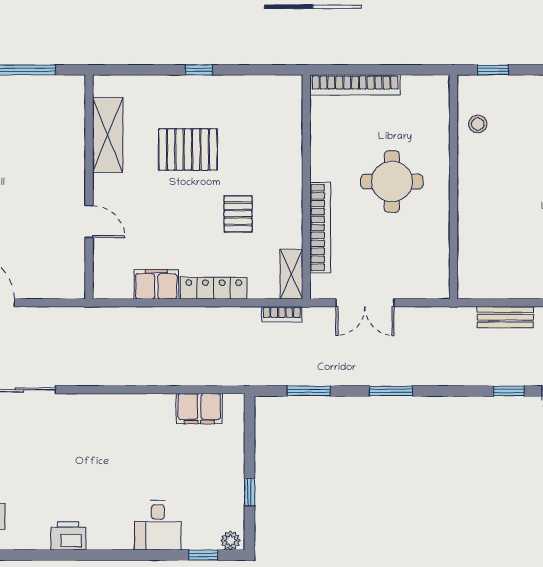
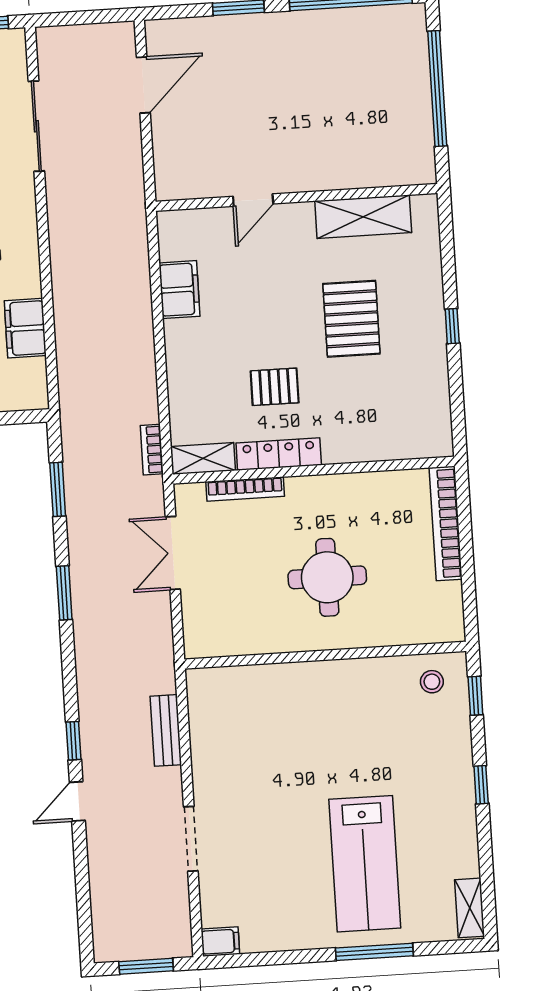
stool: (478, 124) -> (432, 682), moved
bookcase: (320, 228) -> (245, 489), width x0.68, depth x0.76
locker: (214, 288) -> (279, 454), moved, turned -90
filing cabinet: (199, 409) -> (25, 328), moved

